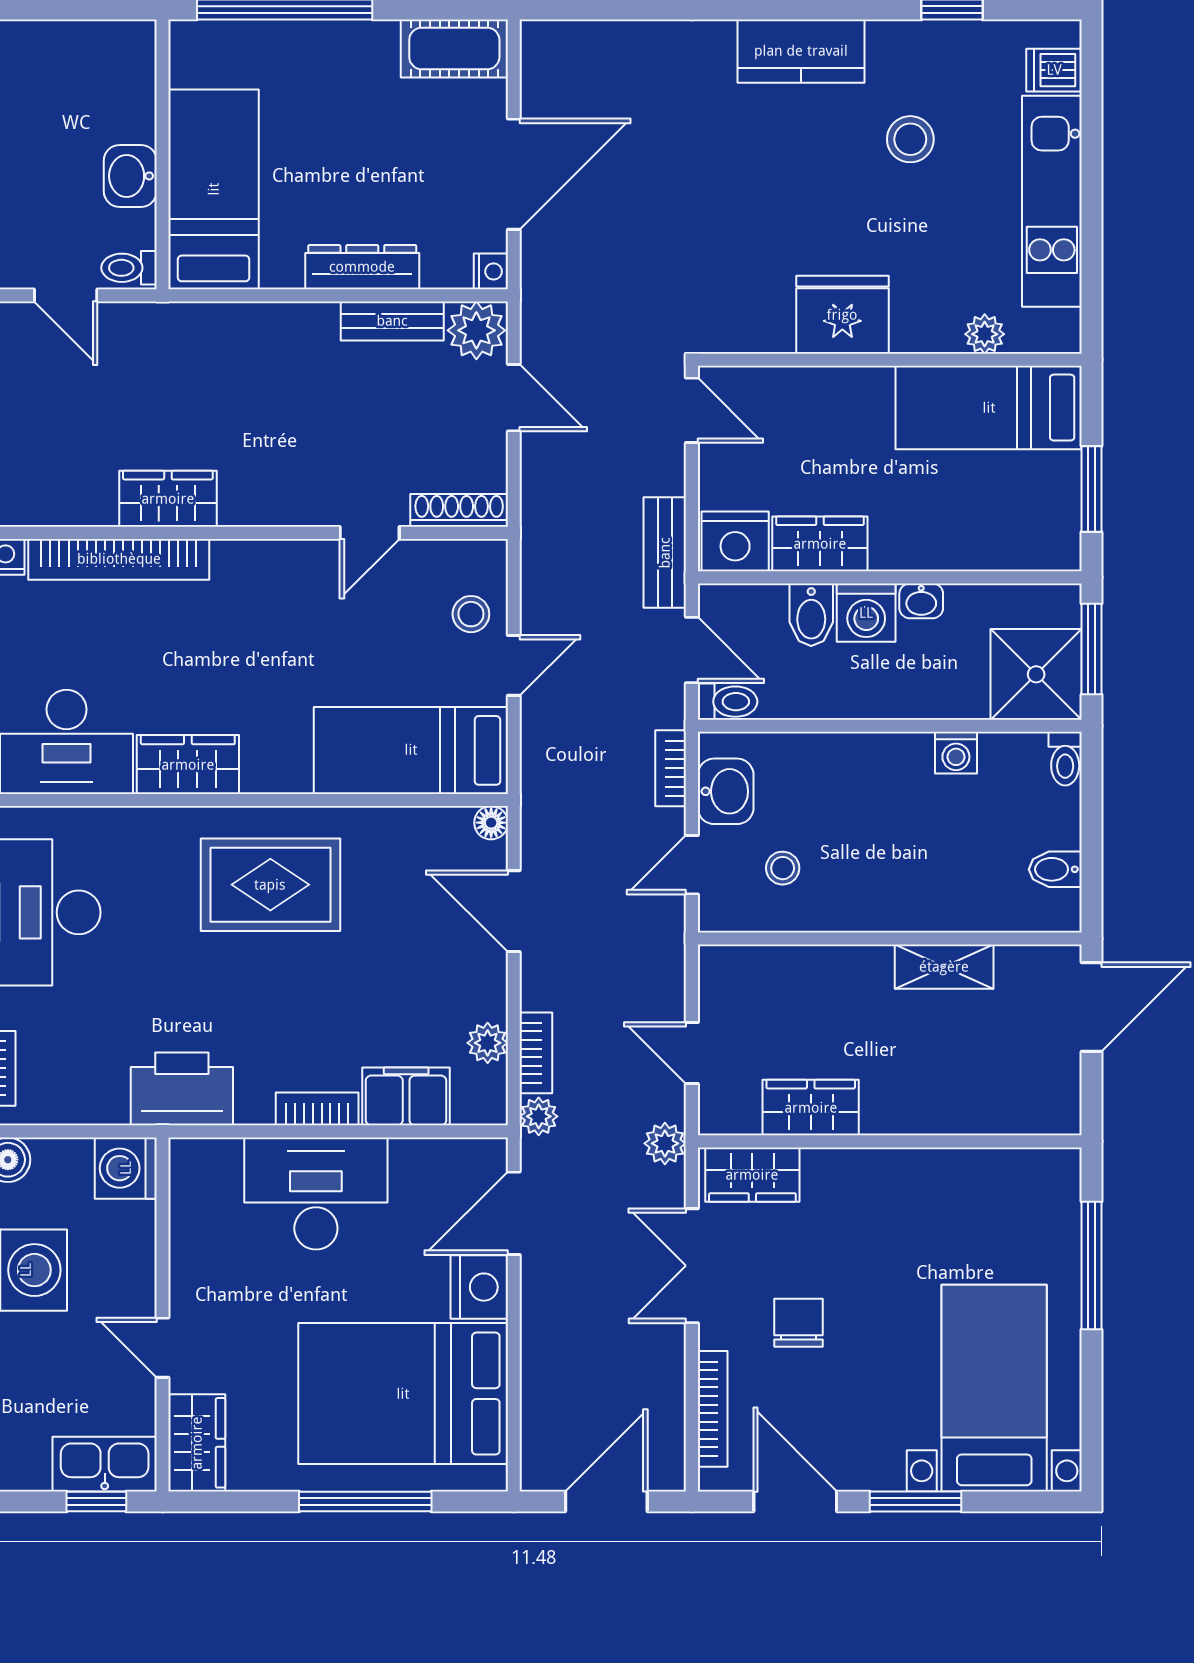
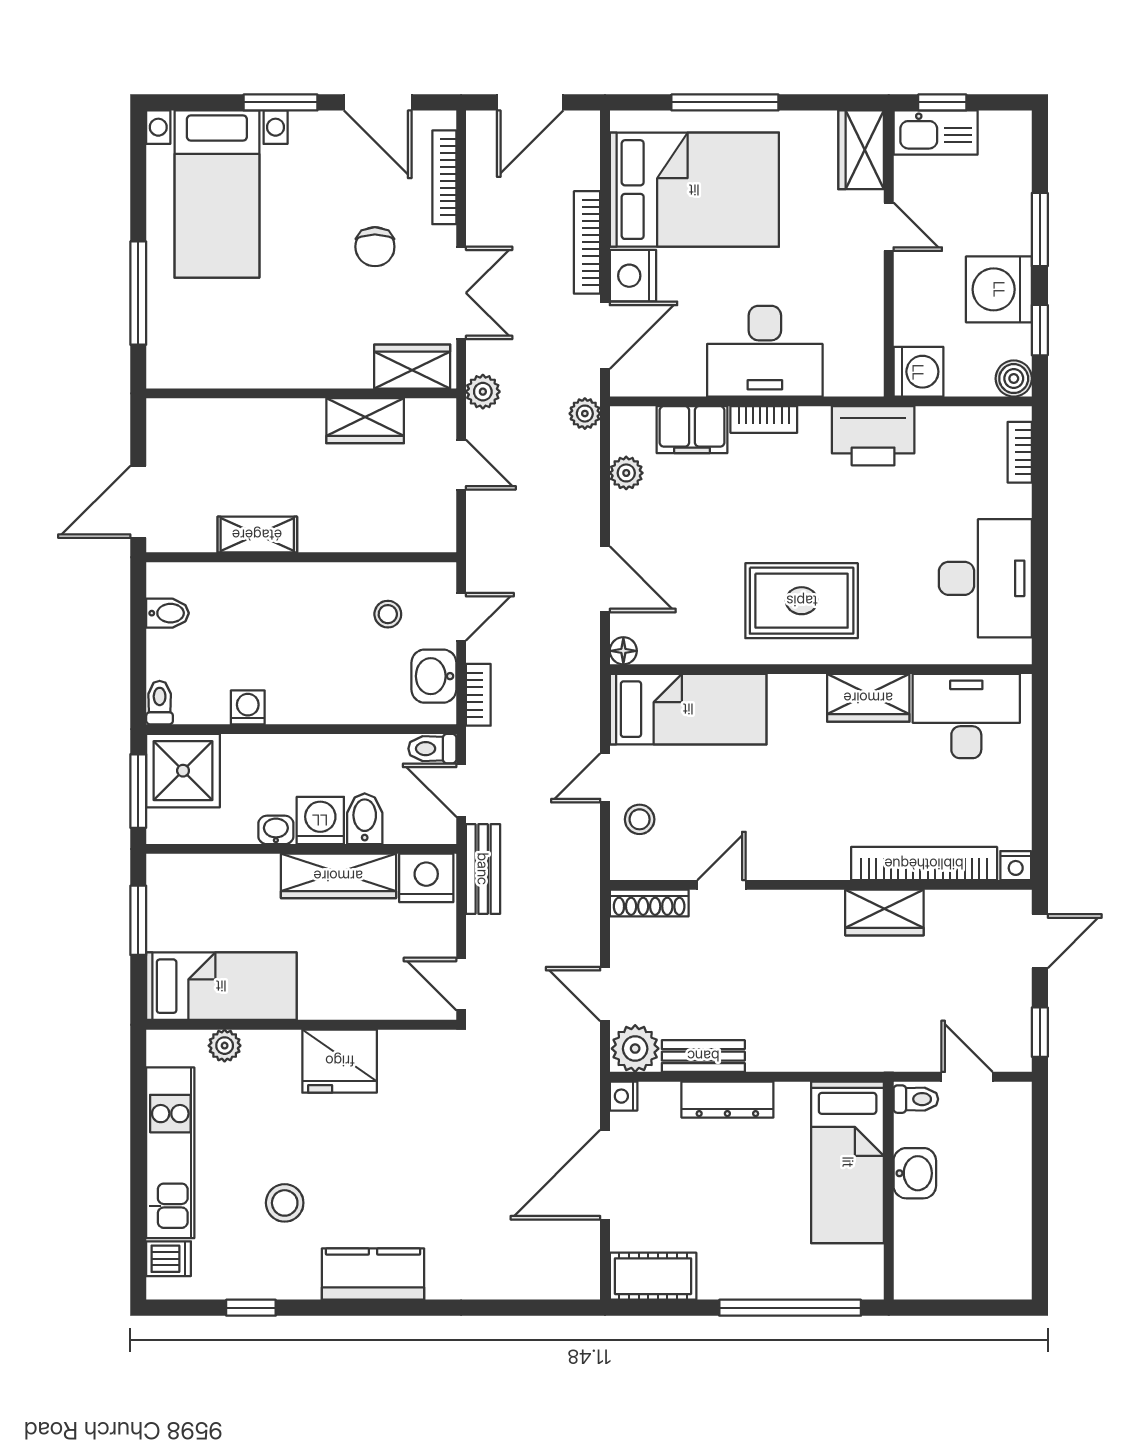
wardrobe: (820, 544) -> (338, 876), width x1.50
bookcase: (536, 1053) -> (587, 242), moved, width x1.56

